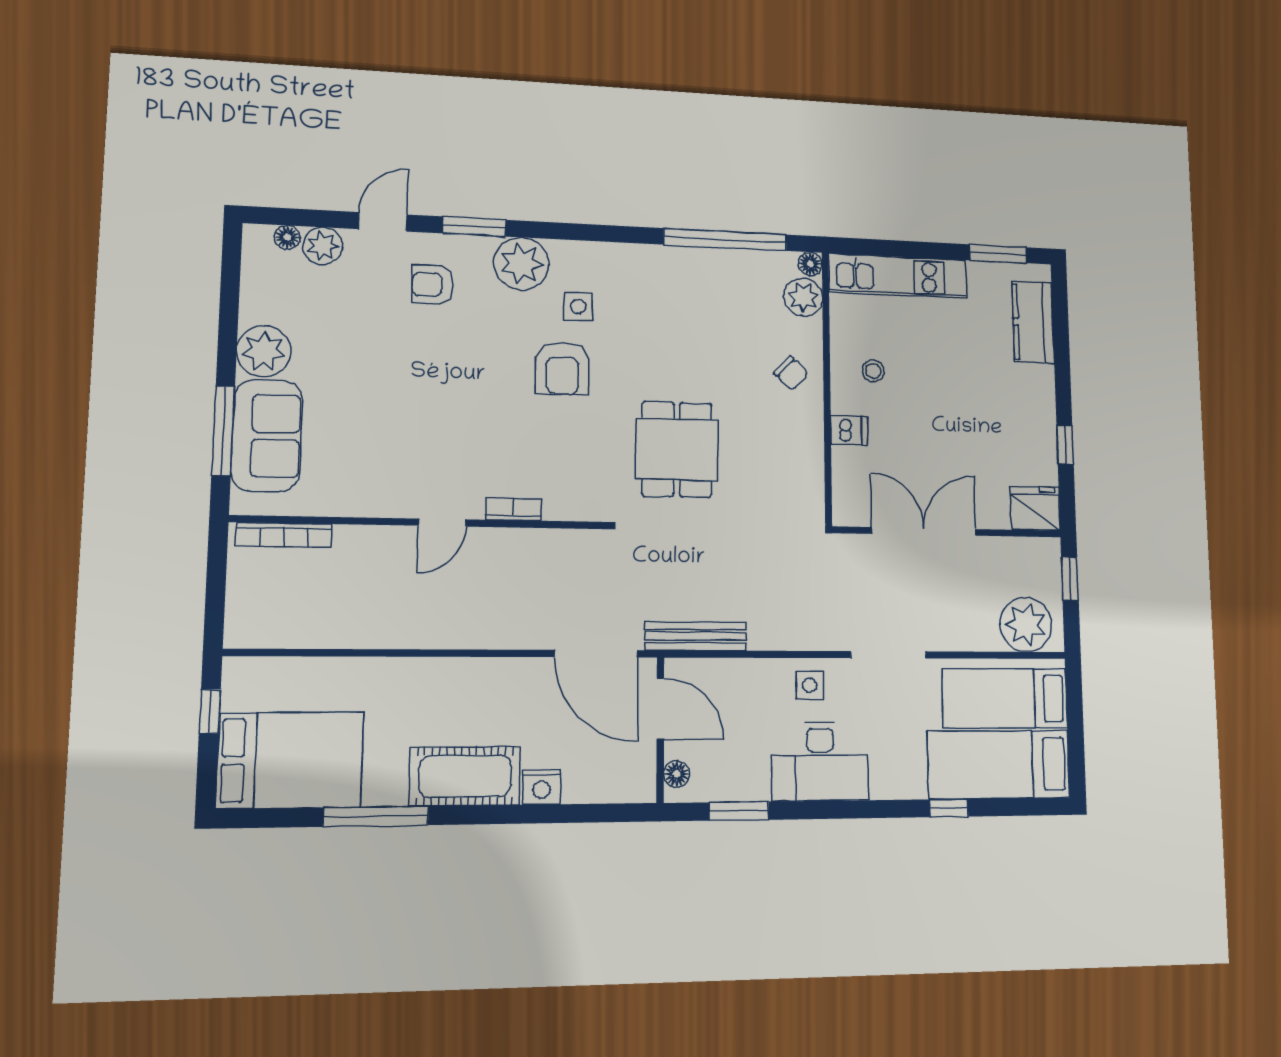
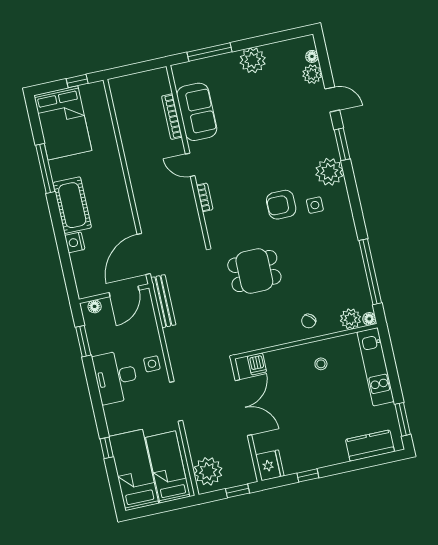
armchair: (433, 285) -> (307, 131), removed
dishwasher: (849, 431) -> (257, 364), moved
sofa: (267, 436) -> (197, 112), moved, turned -90
bookcase: (284, 535) -> (172, 117), moved

